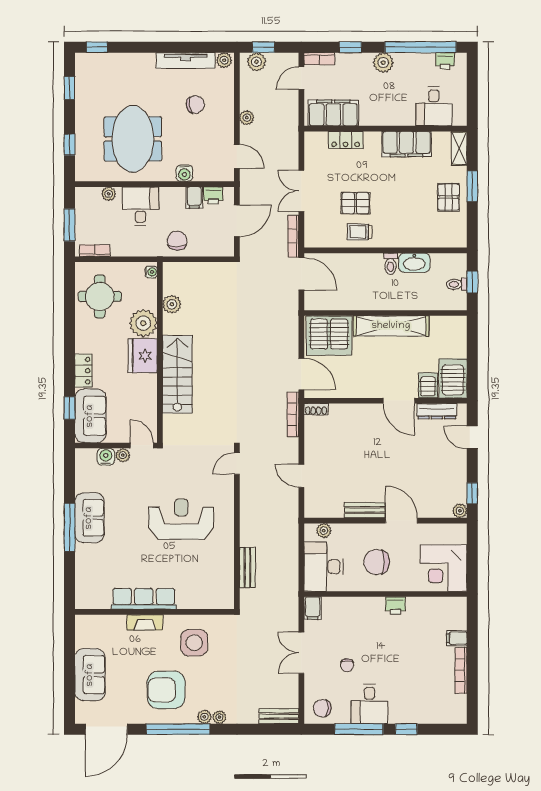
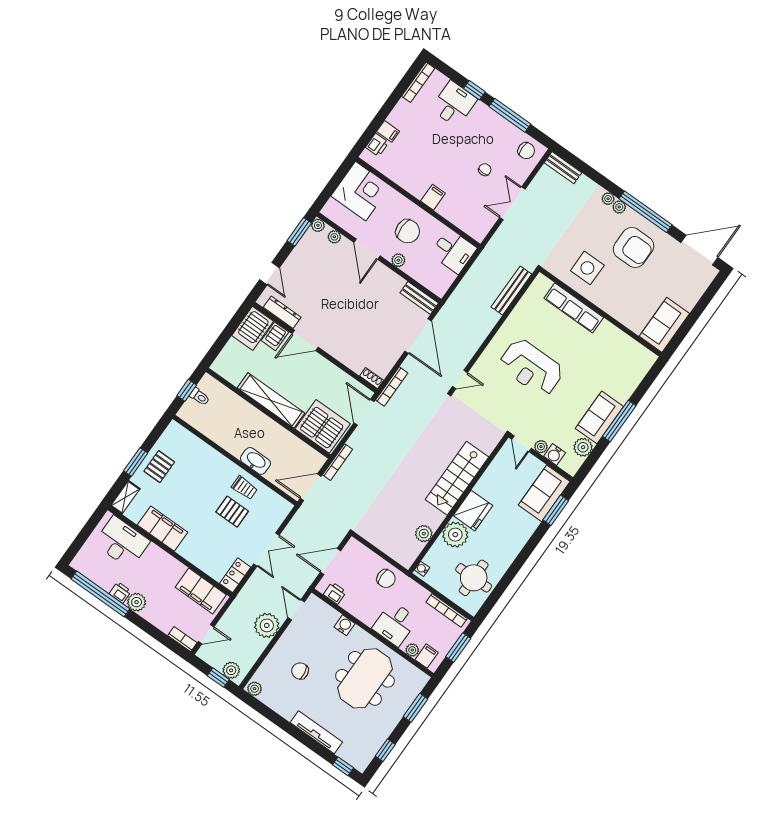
window: (350, 47) -> (153, 631), removed
tv unit: (186, 60) -> (316, 732), moved
printer: (445, 61) -> (120, 592), moved
desk: (434, 106) -> (122, 542), width x1.37
plant: (247, 118) -> (267, 625), width x1.88, depth x1.88
locker: (346, 140) -> (235, 575), moved, turned -90
window: (70, 145) -> (415, 708), width x1.50
filing cabinet: (194, 197) -> (427, 656), moved
bookcase: (293, 236) -> (338, 462), moved
chair: (177, 241) -> (386, 579), turned -90
bookcase: (95, 251) -> (447, 610), width x1.56
washbasin: (414, 263) -> (255, 461), moved
toilet: (391, 264) -> (238, 447), removed
door: (301, 274) -> (311, 487), hinge flipped
locker: (83, 371) -> (525, 531), removed
door: (399, 401) -> (305, 340), swing flipped
window: (70, 408) -> (556, 510), width x1.50
door: (301, 476) -> (418, 336), width x1.87
plant: (85, 481) -> (583, 447), added
window: (472, 493) -> (299, 232), width x1.50
bench: (365, 510) -> (419, 298), moved
plant: (438, 511) -> (334, 237), added
plant: (324, 531) -> (398, 260), moved
desk: (324, 567) -> (453, 251), width x0.73
bench: (247, 568) -> (511, 291), width x1.36
row of seats: (144, 599) -> (574, 308), moved
printer: (395, 606) -> (377, 145), moved, turned 90
filing cabinet: (313, 608) -> (433, 197), moved
fireplace: (145, 622) -> (613, 309), removed
double door: (301, 653) -> (512, 203), swing flipped
bookcase: (461, 670) -> (418, 82), moved
sofa: (90, 675) -> (664, 325), moved
desk: (370, 704) -> (454, 104), moved

